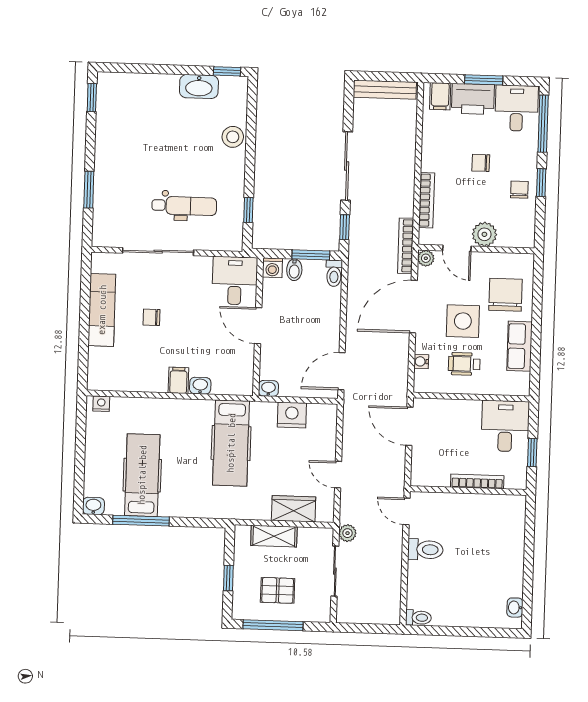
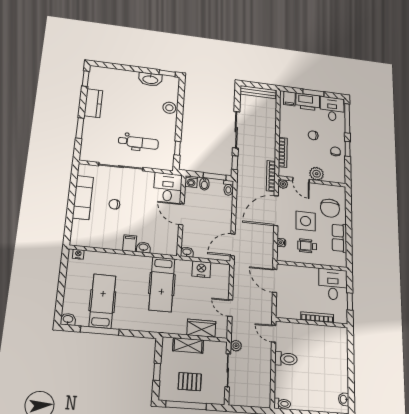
kitchen counter: (107, 142) -> (93, 103), added
chair: (505, 295) -> (330, 208), turned 180

